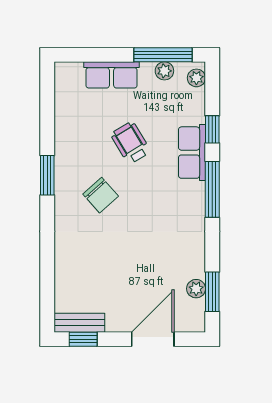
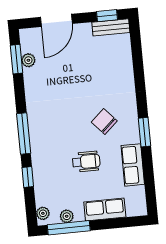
wheelchair: (131, 143) -> (86, 162), turned -59
row of seats: (192, 153) -> (133, 165), moved, turned 180

